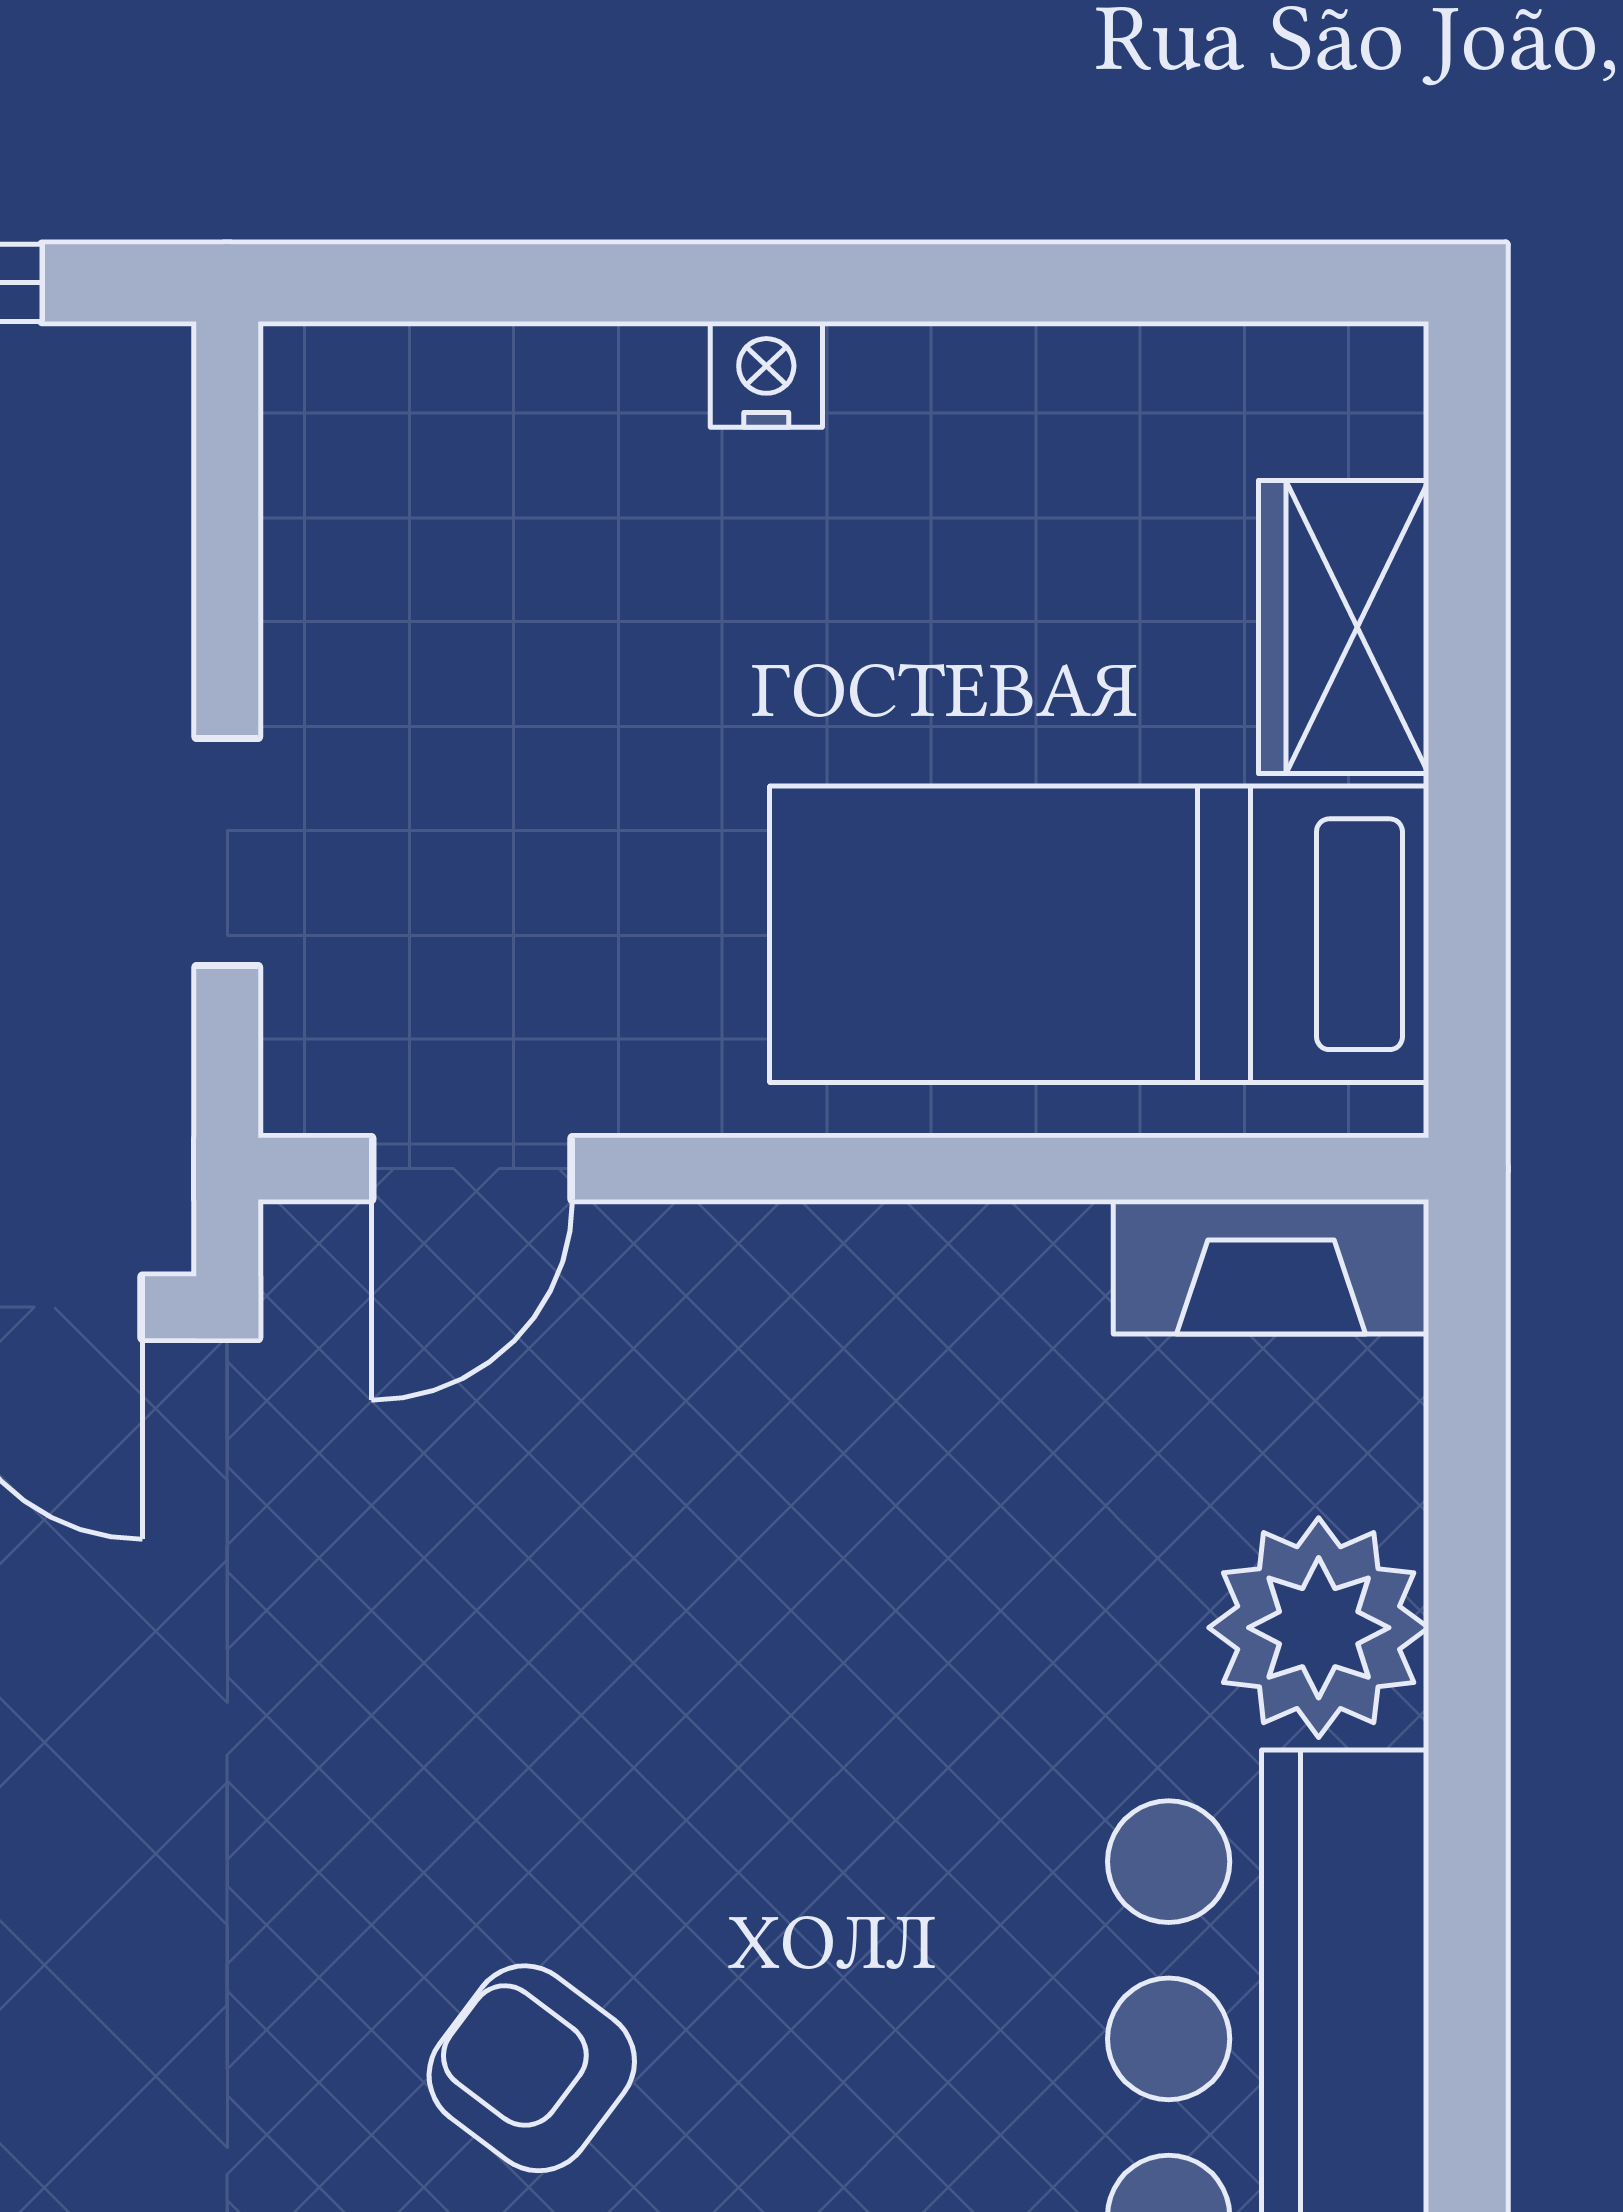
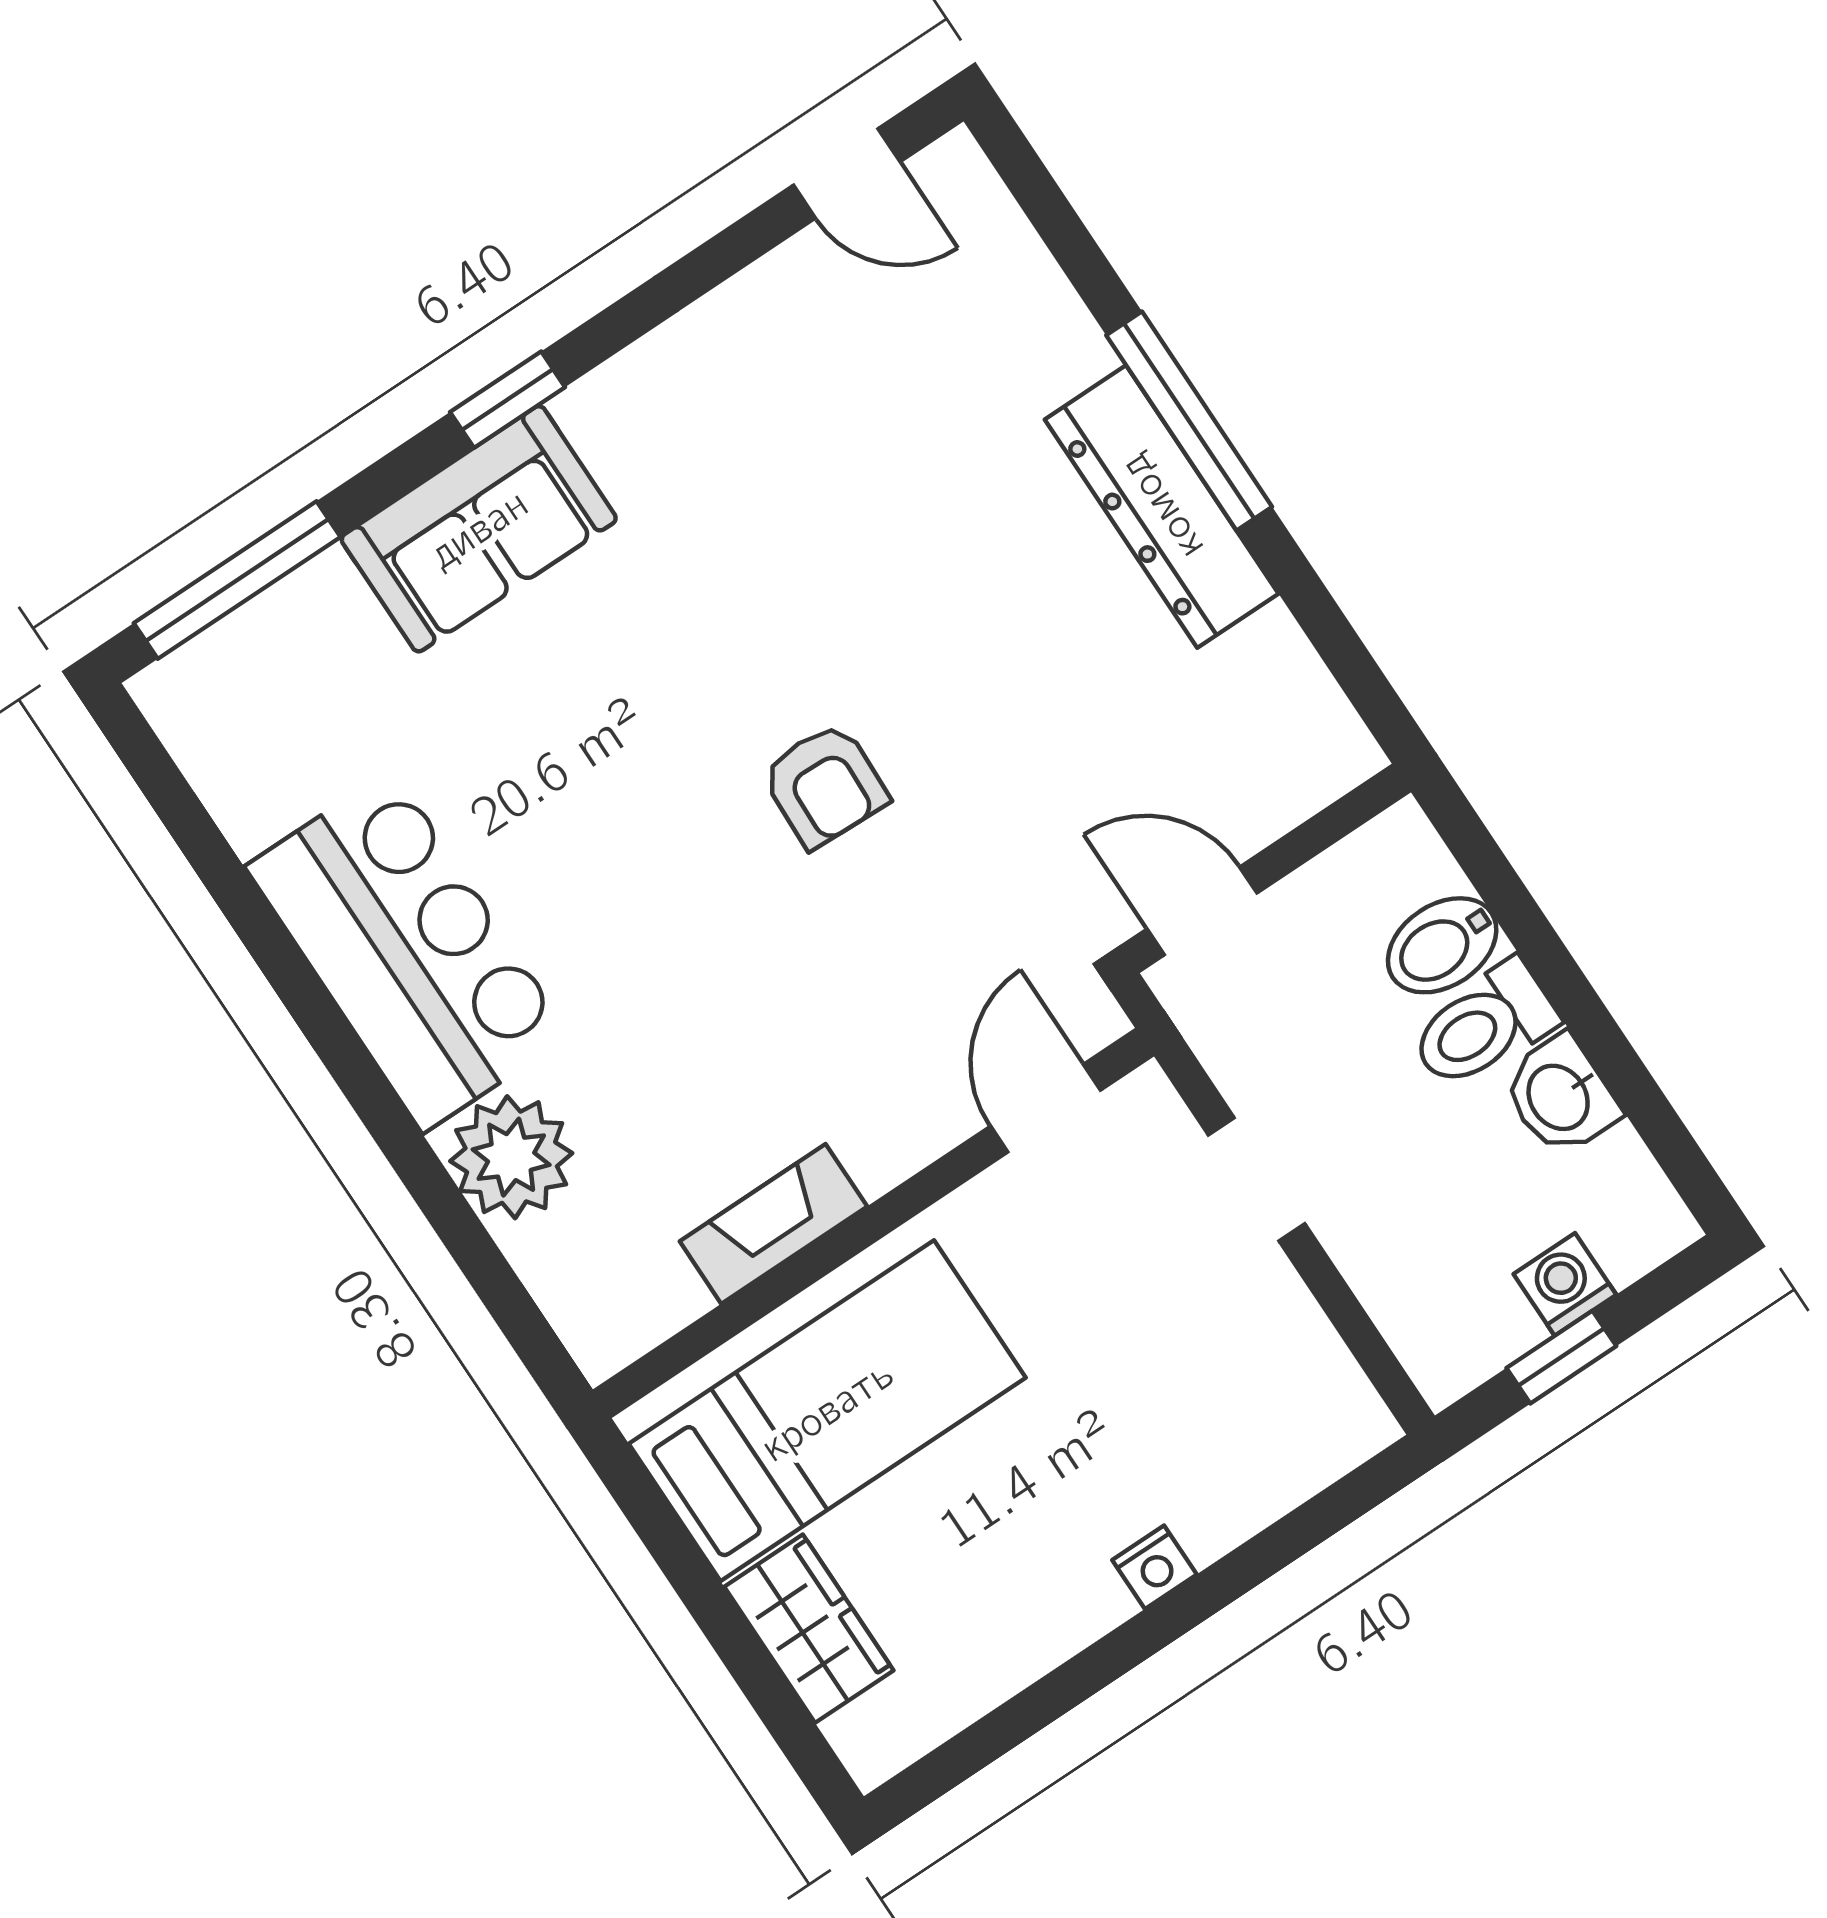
fireplace: (1271, 1267) -> (773, 1224), moved
armchair: (532, 2068) -> (825, 785), moved, turned 55

